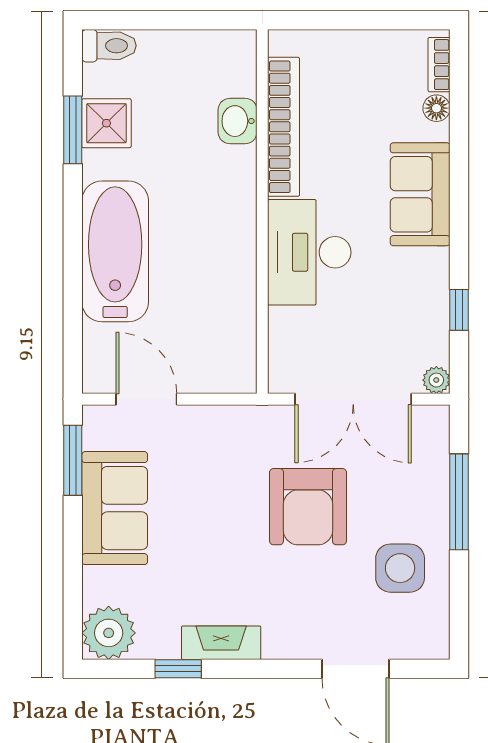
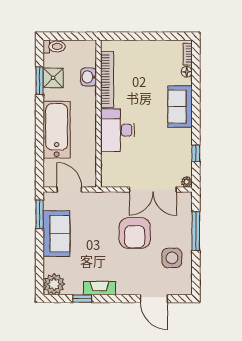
washbasin: (238, 121) -> (88, 77), moved
bookcase: (284, 127) -> (107, 79), moved
wall: (262, 211) -> (98, 114), moved
desk: (309, 252) -> (118, 130), moved

